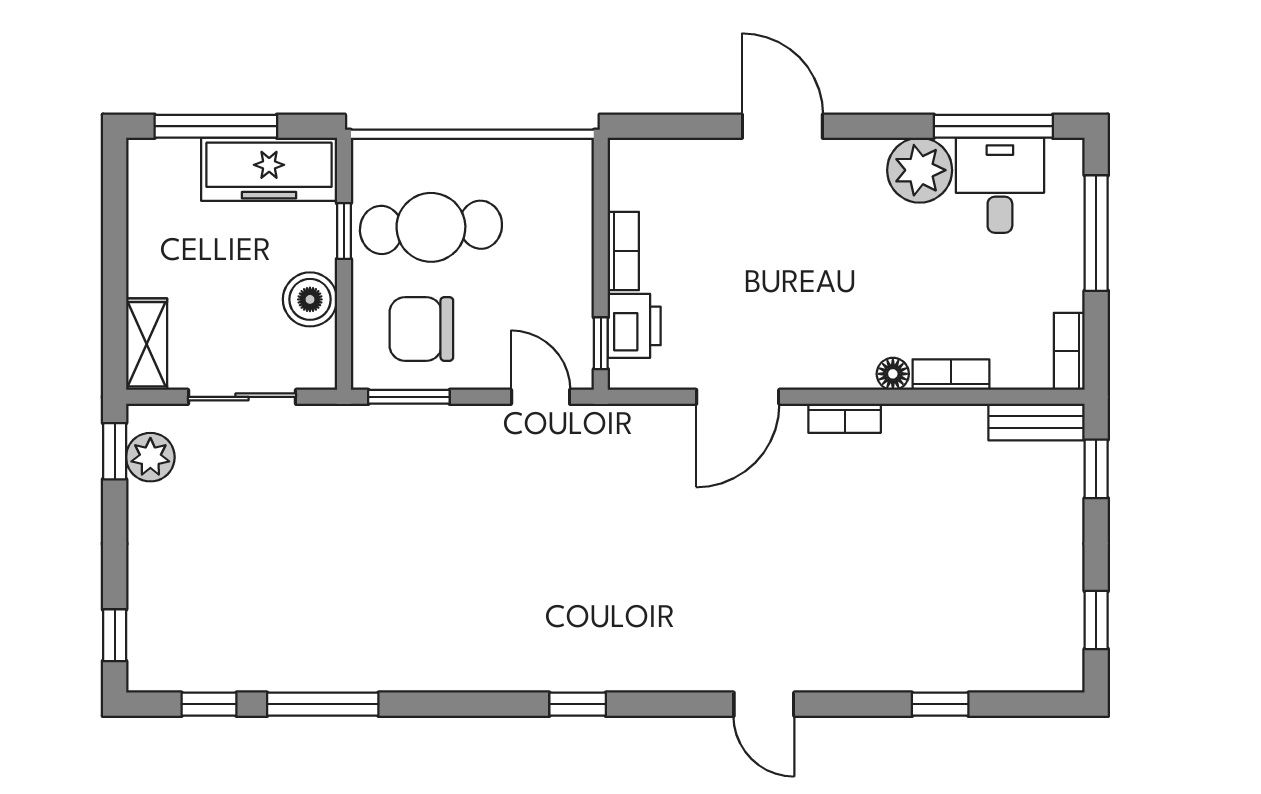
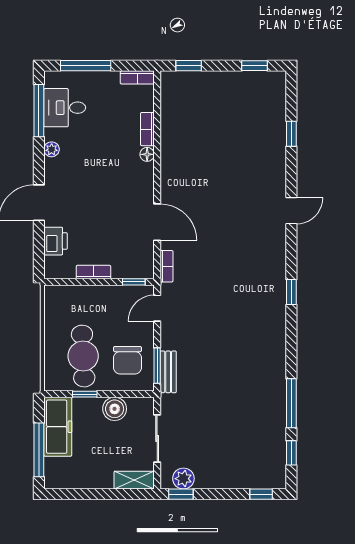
plant: (920, 170) -> (52, 149), width x0.53, depth x0.53
printer: (634, 326) -> (56, 241), moved, turned 90
bookcase: (845, 418) -> (166, 266), moved
bench: (1037, 422) -> (168, 372), moved

